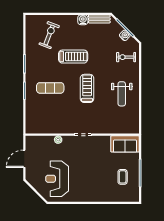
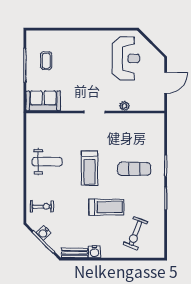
treadmill: (73, 57) -> (106, 207), turned 180
weight bench: (122, 94) -> (47, 162), turned 90

